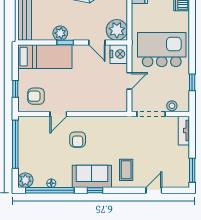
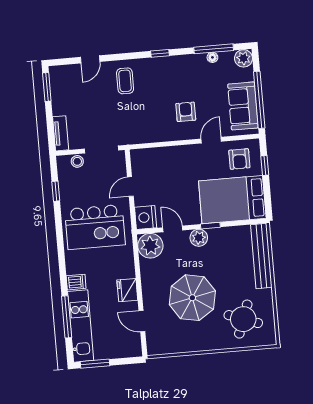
plant: (60, 33) -> (199, 238), moved
bed: (45, 57) -> (232, 200), width x1.50
armchair: (36, 96) -> (239, 159), turned 90
sofa: (92, 176) -> (243, 106), moved, turned 90
window: (50, 190) -> (214, 49), width x0.68

